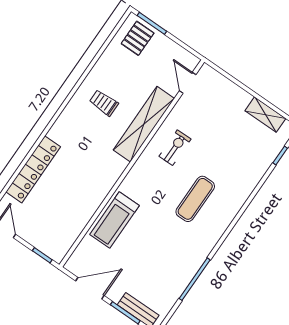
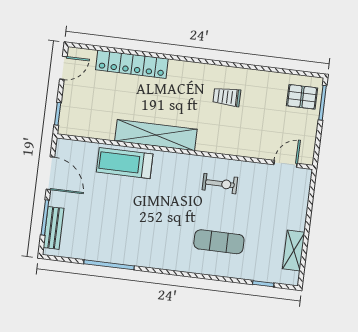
trolley: (104, 103) -> (227, 97), turned -90
shelving: (144, 124) -> (156, 135), moved
exercise mat: (195, 199) -> (219, 242), moved

